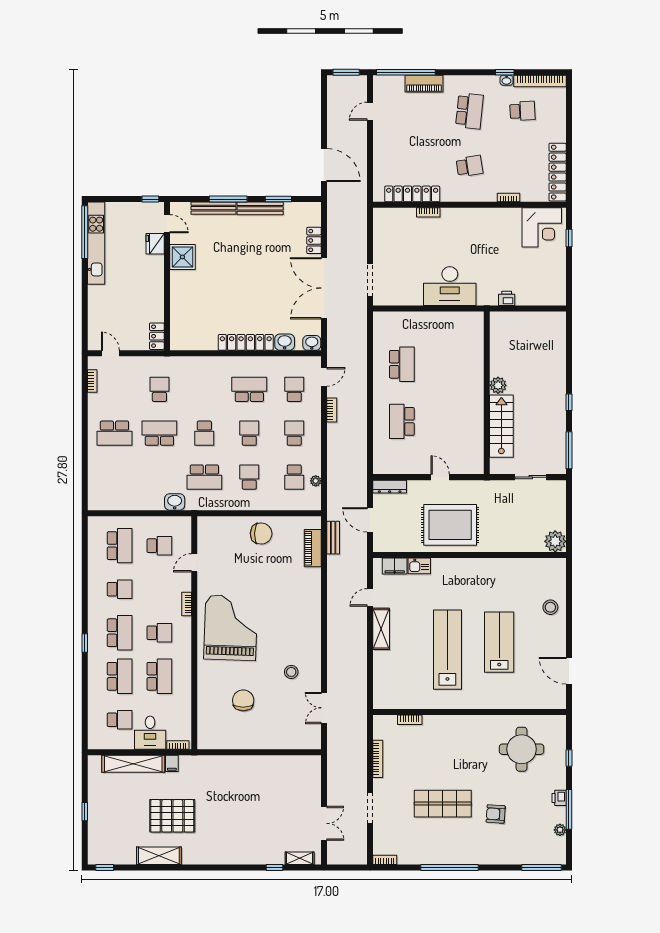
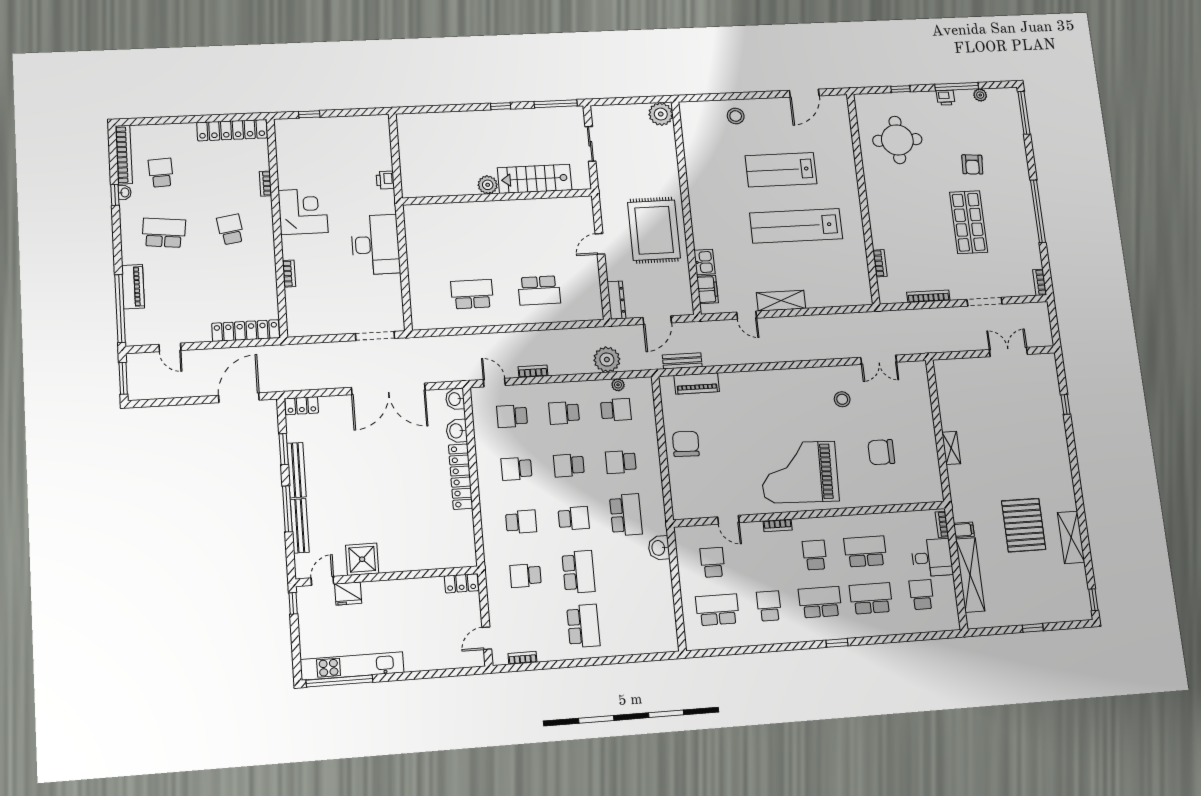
locker: (412, 194) -> (246, 331), moved, turned 90
corner desk: (542, 227) -> (303, 211), moved
locker: (314, 240) -> (302, 406), moved
school desk: (204, 389) -> (521, 522), added
school desk: (249, 389) -> (517, 469), width x0.54
school desk: (159, 433) -> (578, 572), turned 180
plant: (338, 474) -> (607, 360), added
shelving: (300, 858) -> (951, 448), moved

